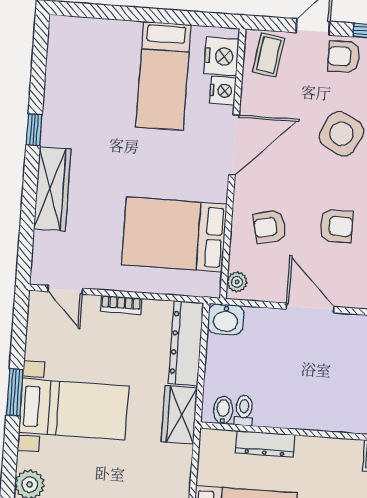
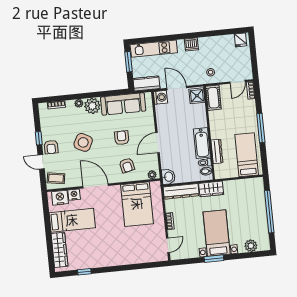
window: (34, 130) -> (84, 272), moved
wardrobe: (52, 189) -> (60, 250), moved, turned 90
bathtub: (291, 412) -> (202, 143), added

